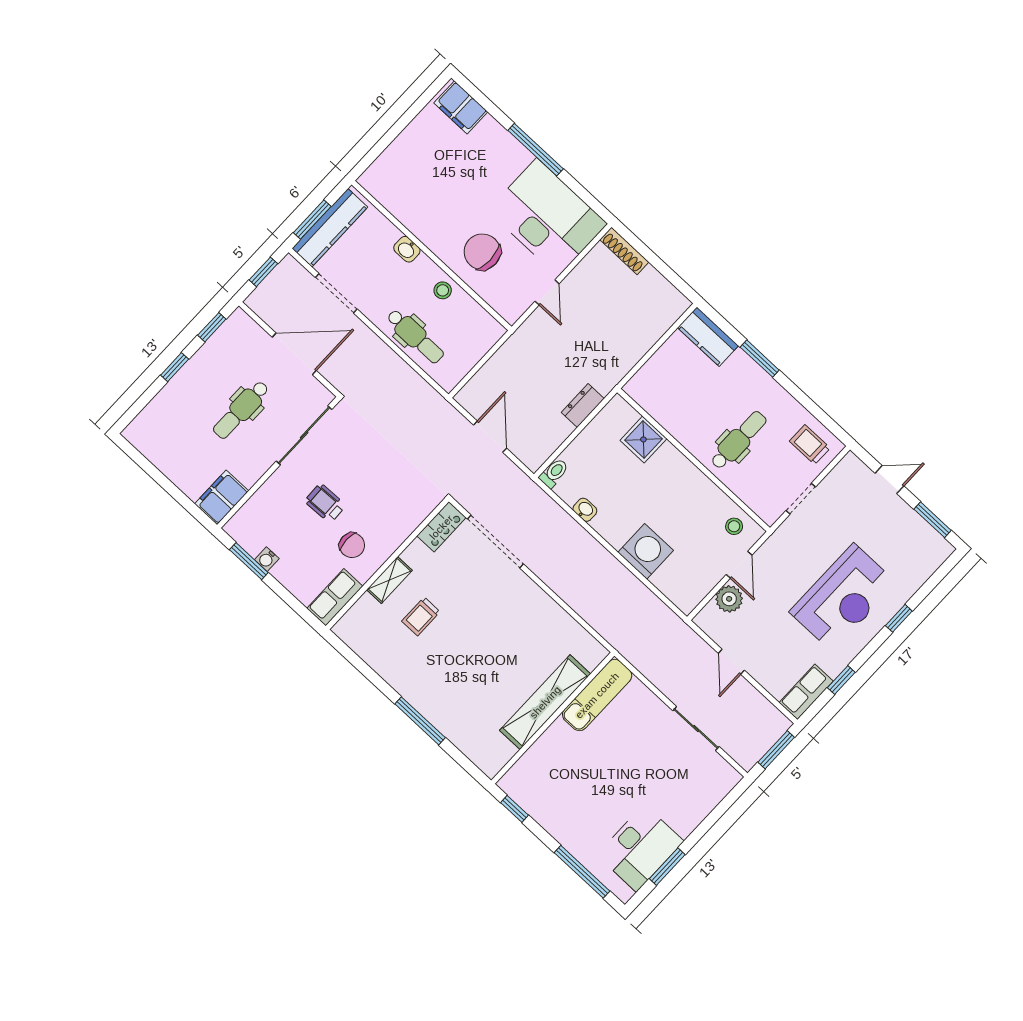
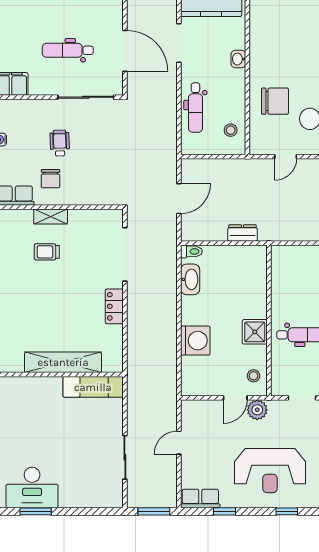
chair: (482, 252) -> (275, 101), turned 90
stool: (443, 290) -> (231, 130), moved
shower: (643, 439) -> (255, 332), moved
washbasin: (585, 510) -> (190, 279), width x1.91, depth x1.45
locker: (441, 527) -> (114, 306), moved, turned 90
plant: (729, 599) -> (257, 410), moved

